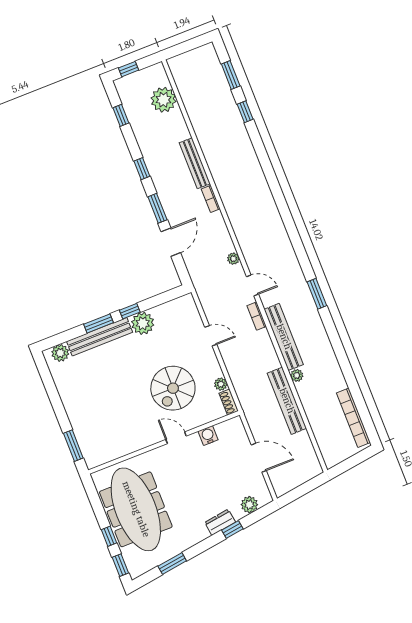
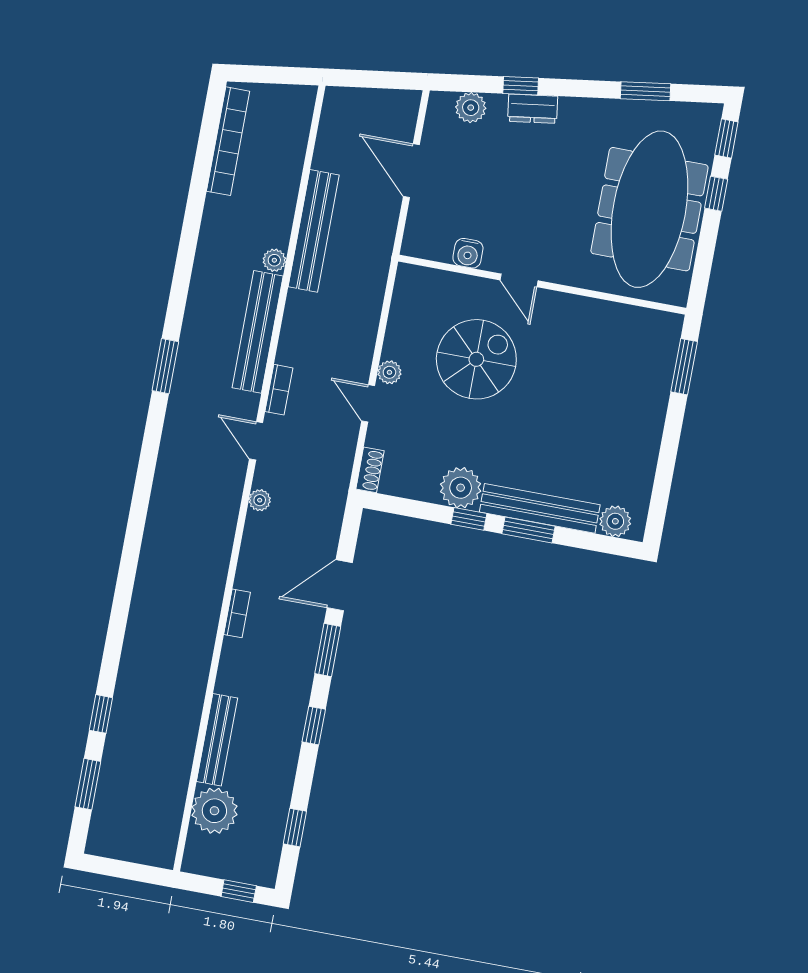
bench: (195, 163) -> (217, 740), moved
plant: (221, 384) -> (389, 372), moved
shoe rack: (229, 402) -> (370, 470), moved

